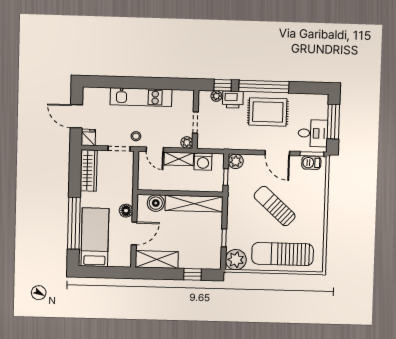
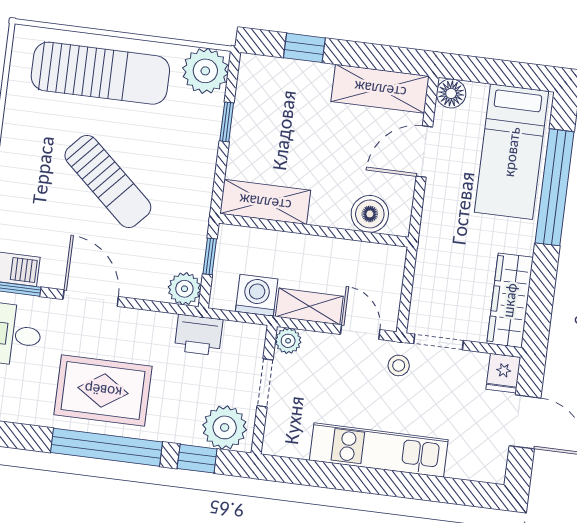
plant: (216, 96) -> (225, 427), width x1.88, depth x1.88
printer: (233, 100) -> (199, 335), moved, turned 180
shelving: (194, 204) -> (265, 202), width x0.68
floor lamp: (126, 211) -> (451, 93), moved

